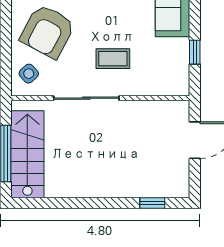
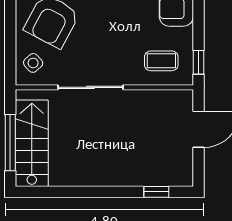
window: (195, 52) -> (199, 62), moved
coffee table: (113, 59) -> (161, 61), moved

